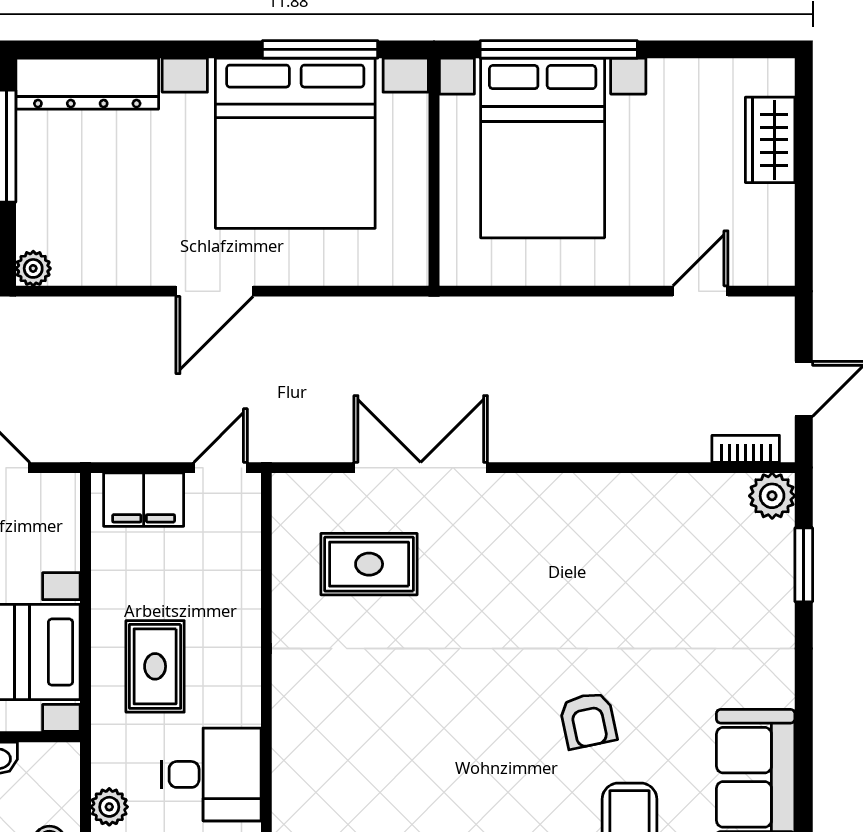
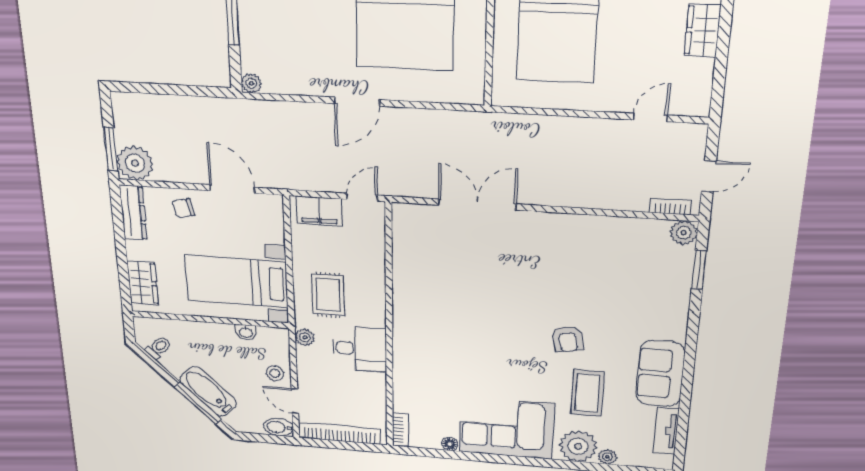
rug: (369, 564) -> (447, 253), removed
plant: (109, 807) -> (305, 337), moved

